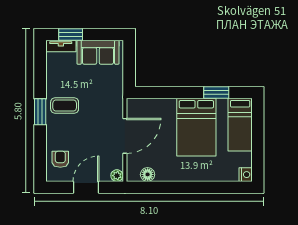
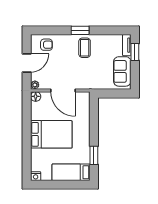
bed: (196, 127) -> (51, 134), moved, turned 180
floor lamp: (148, 174) -> (36, 96), moved
door: (86, 187) -> (27, 63), hinge flipped

